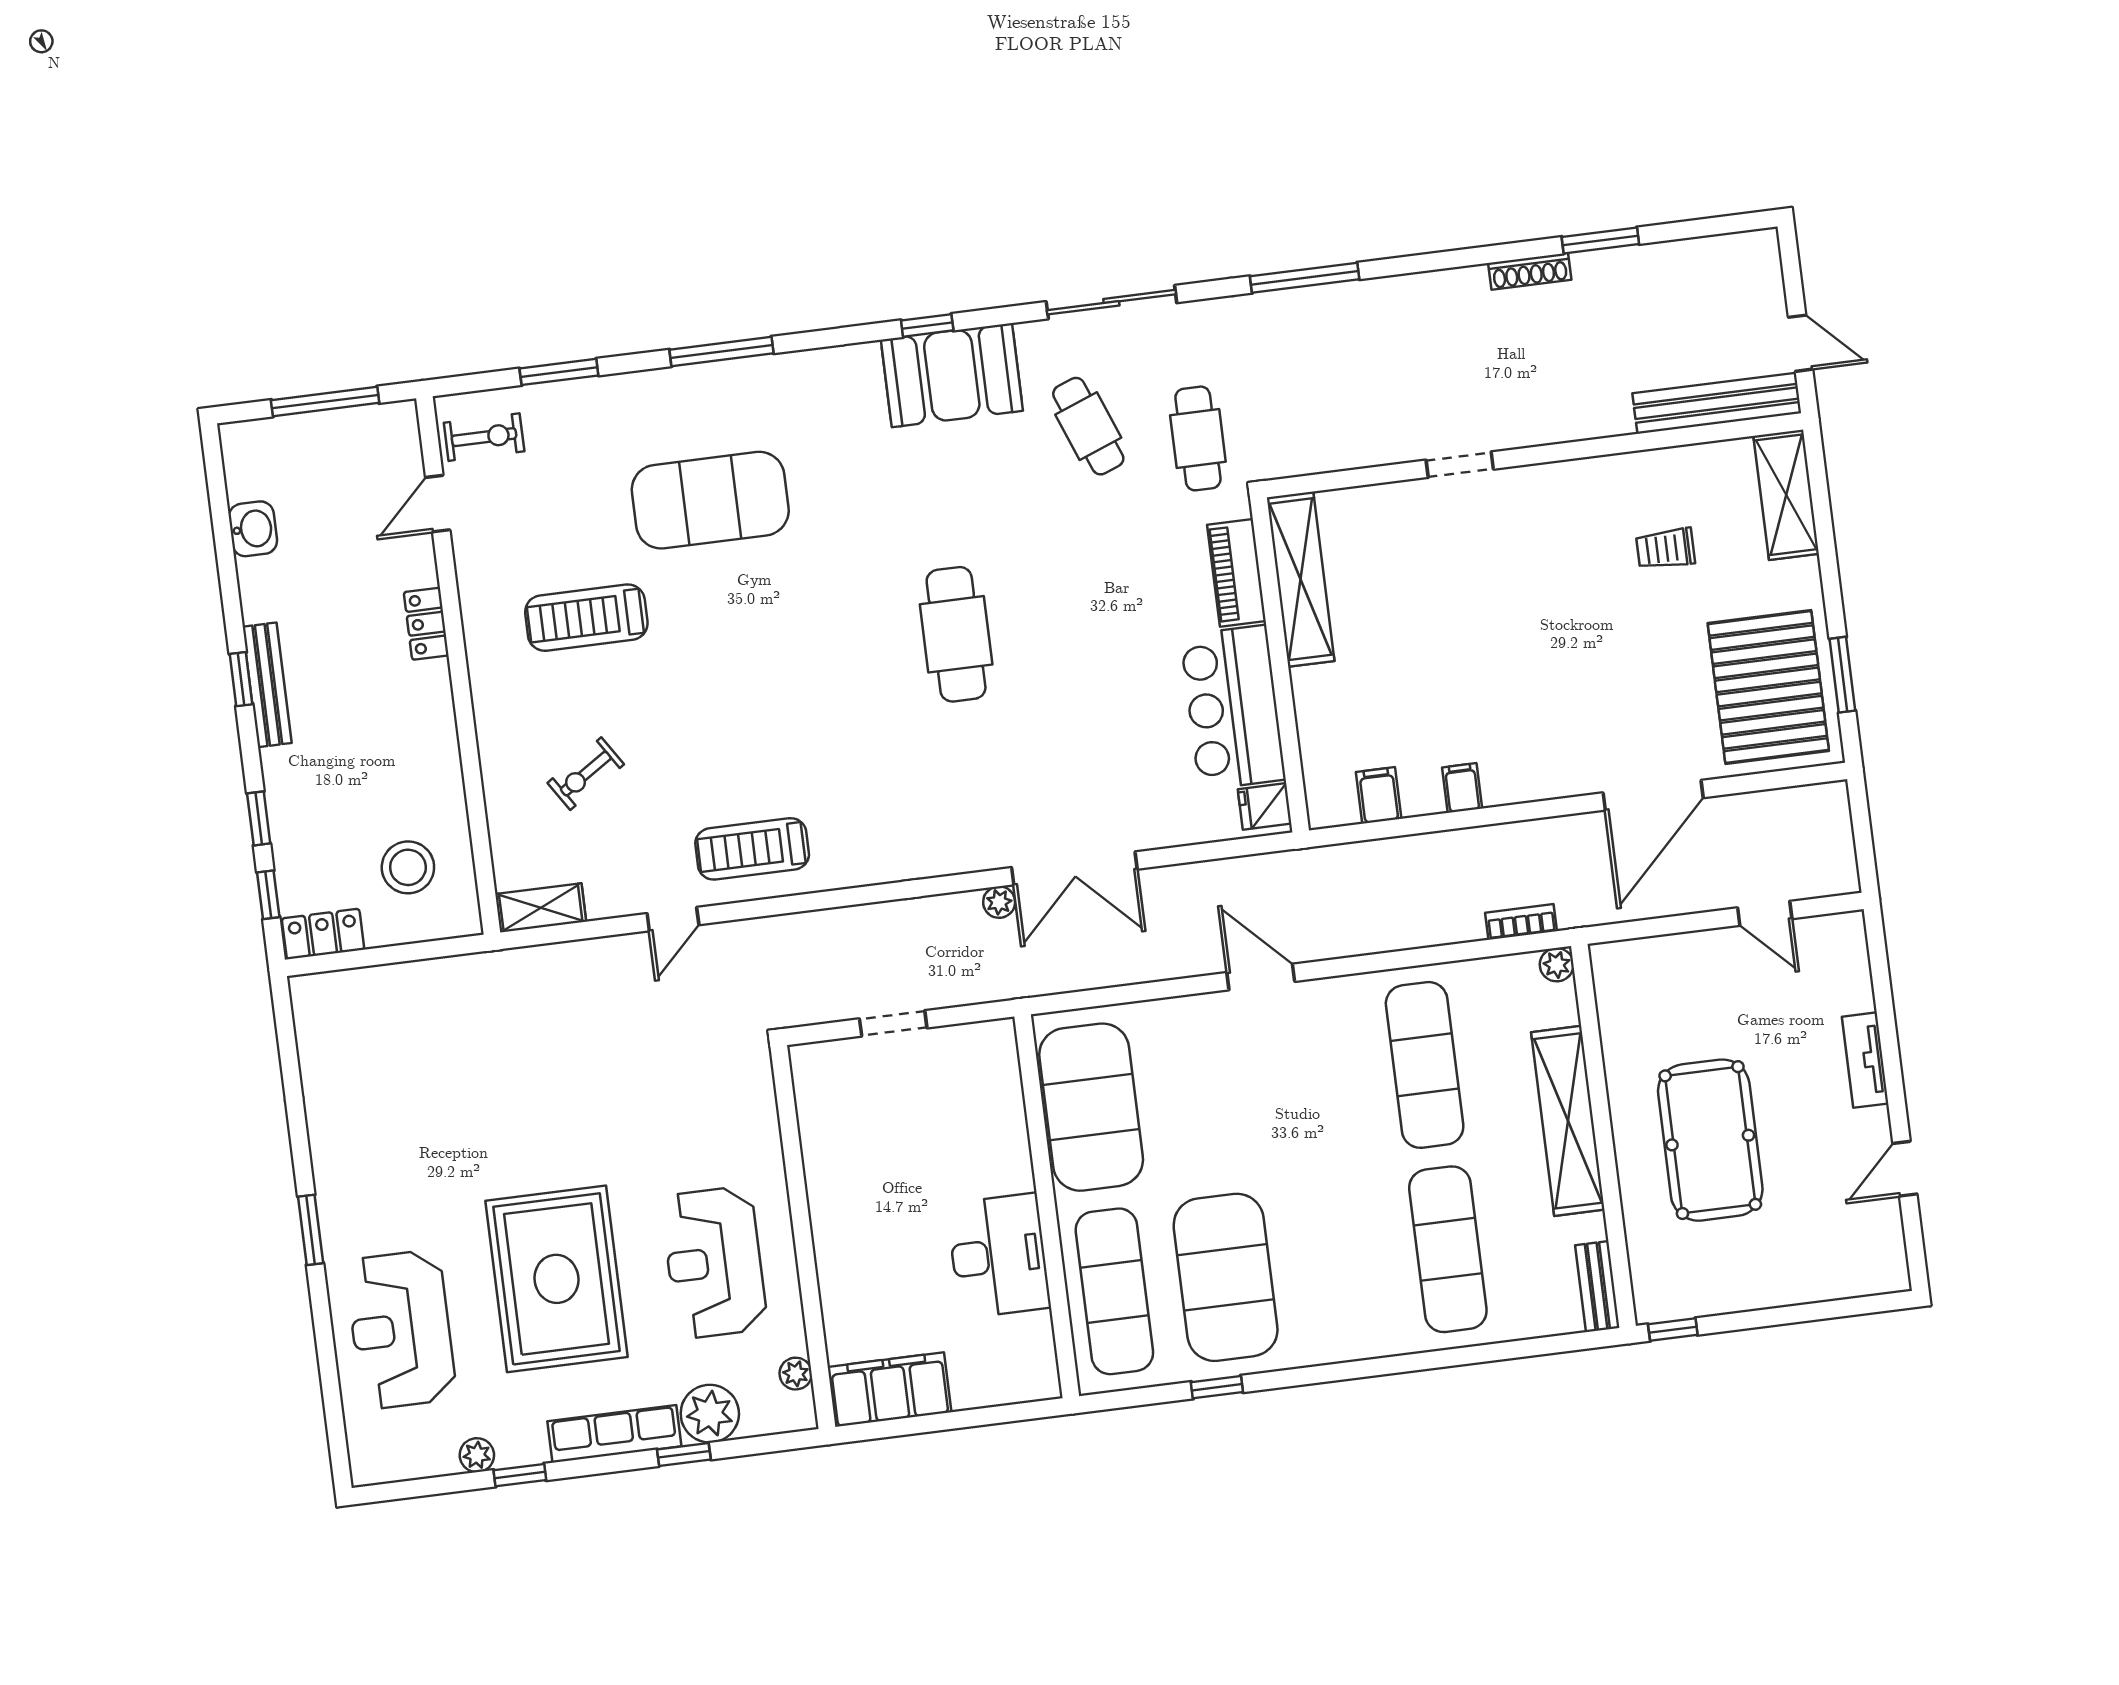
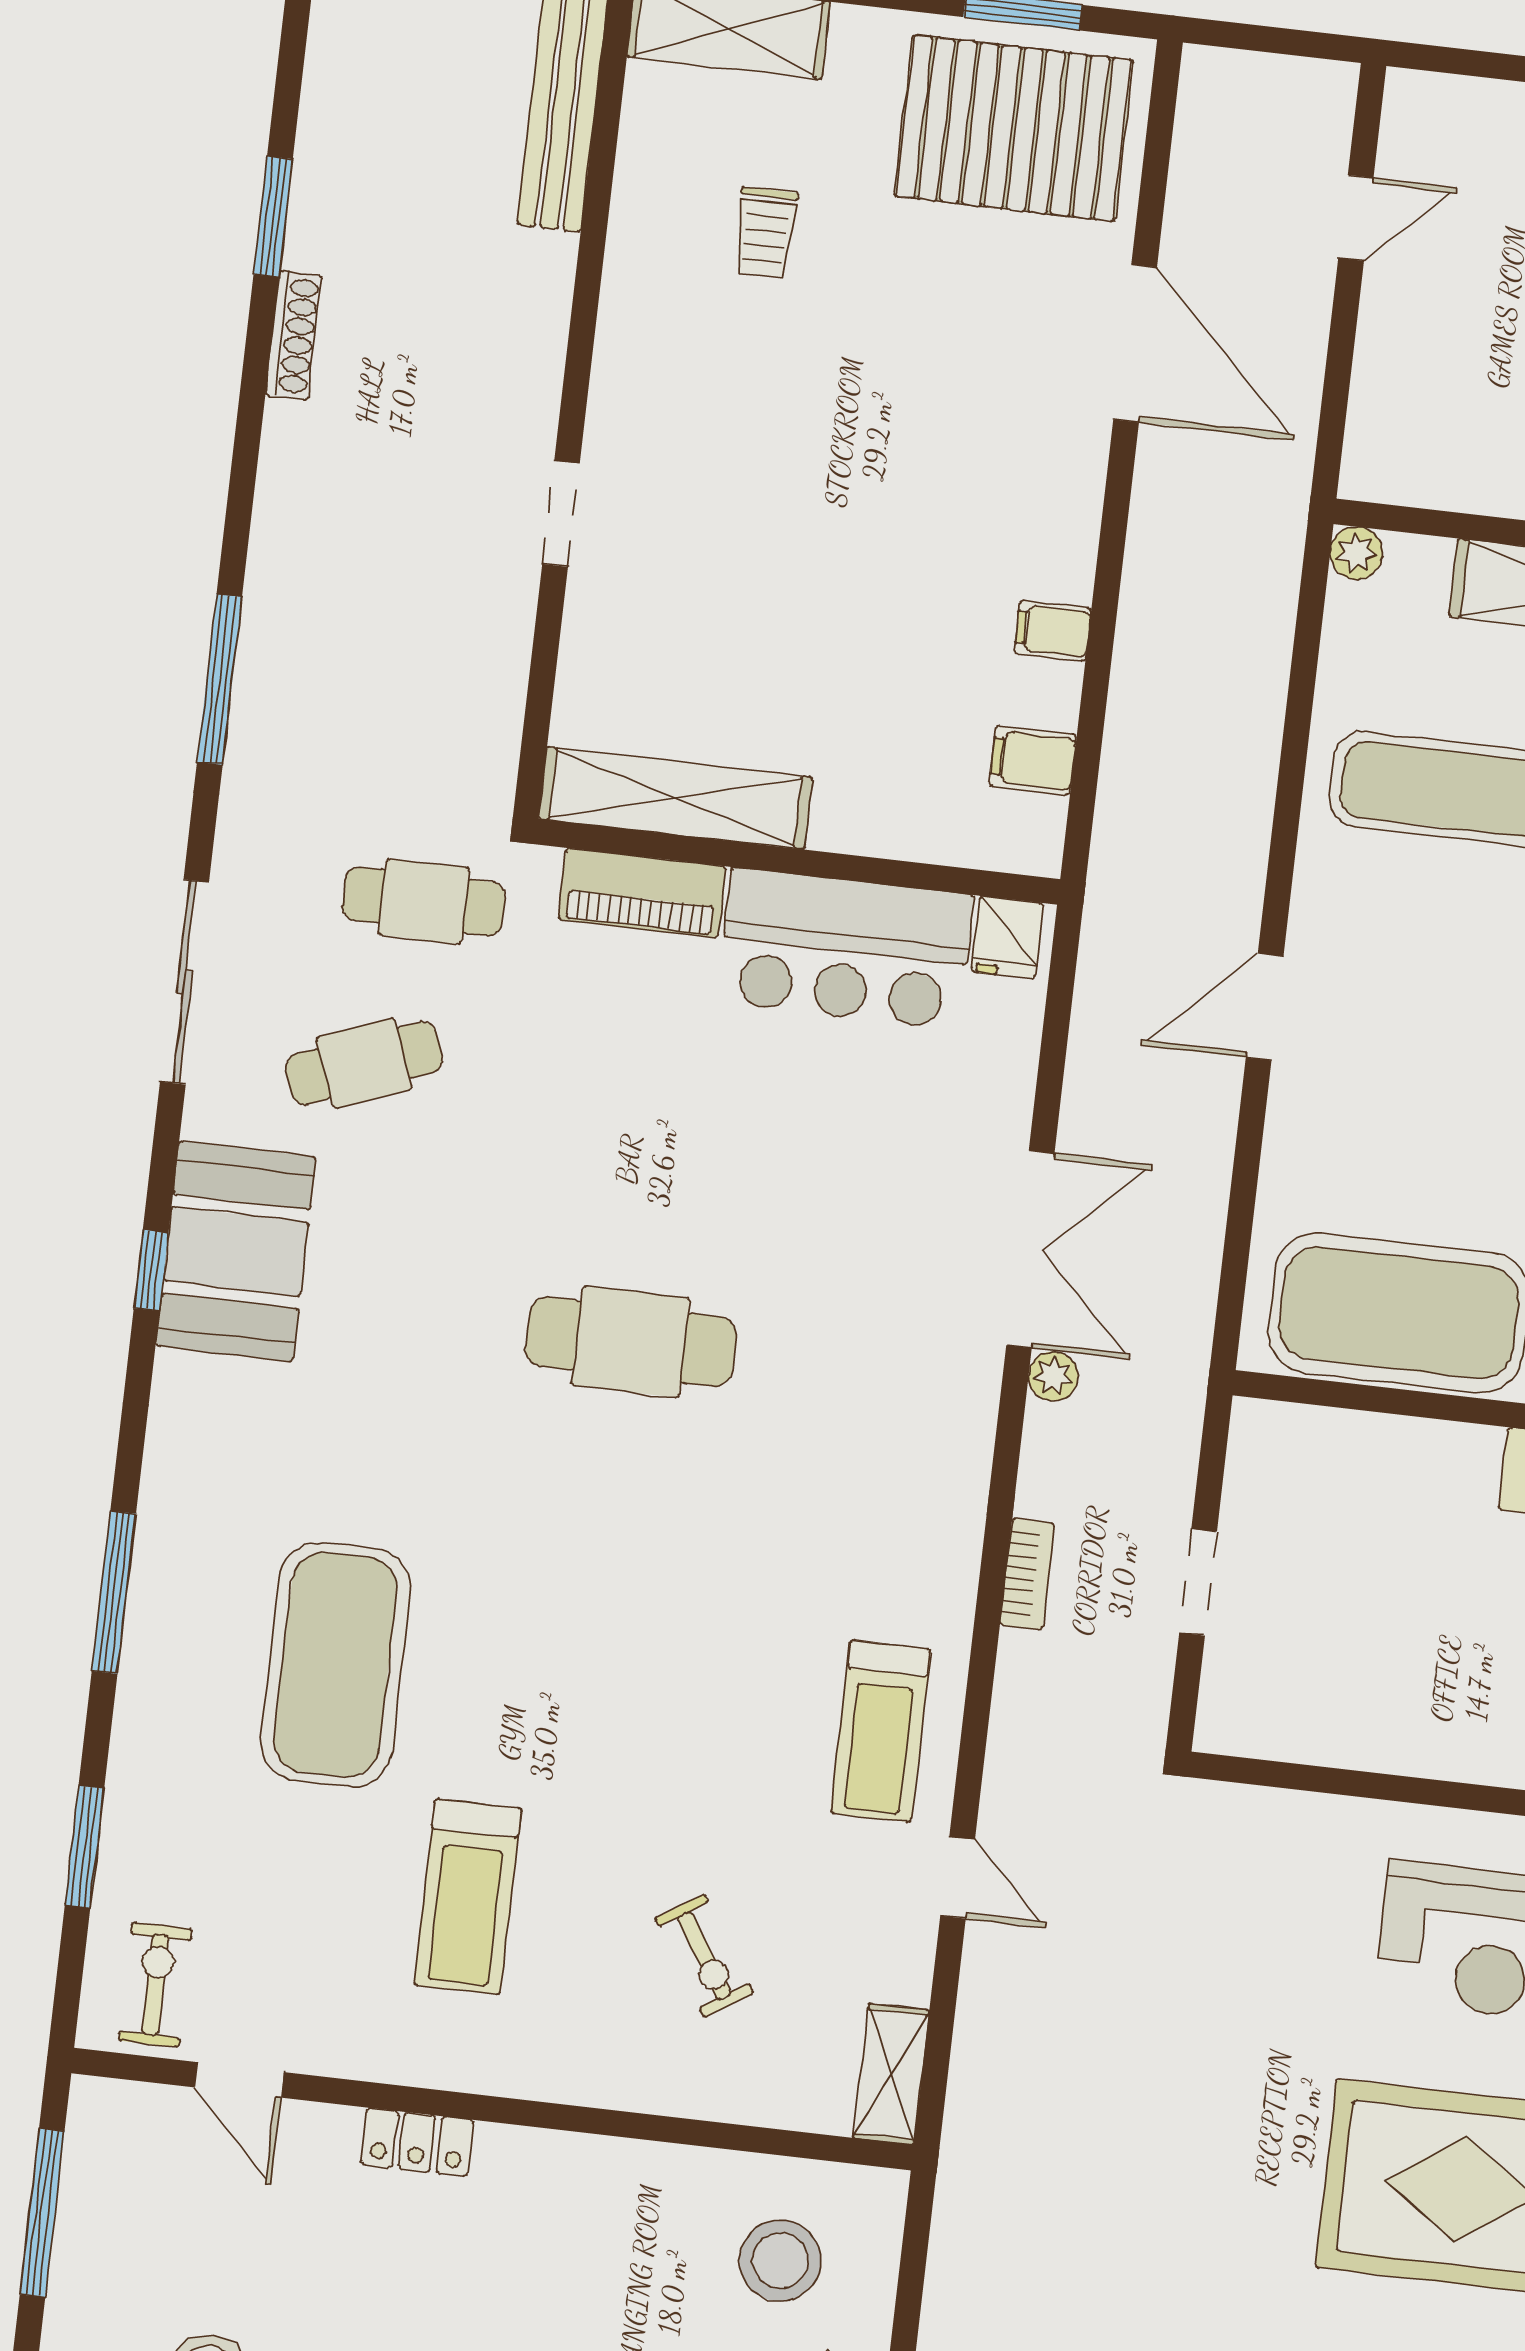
bookcase: (1521, 922) -> (1027, 1574), moved, turned 180

